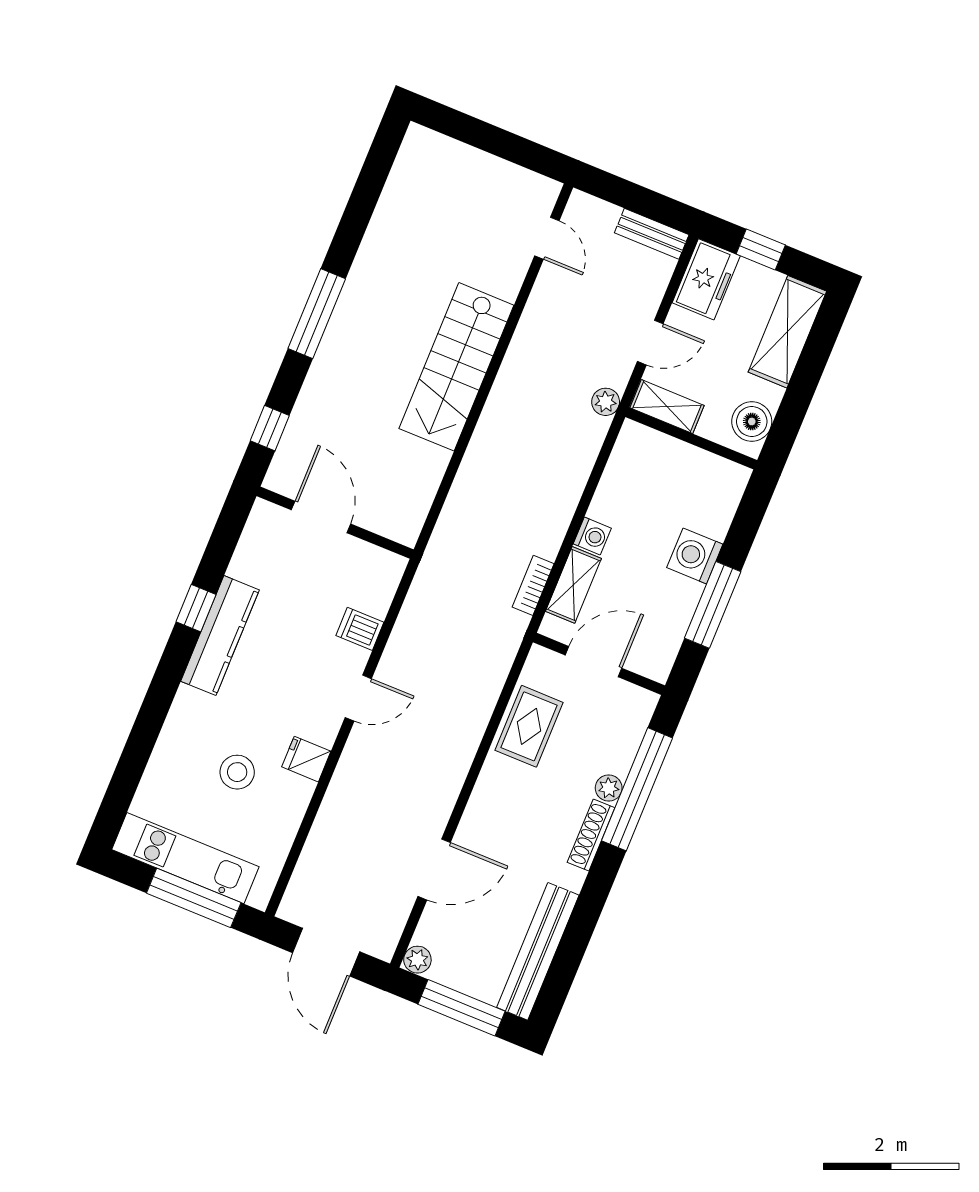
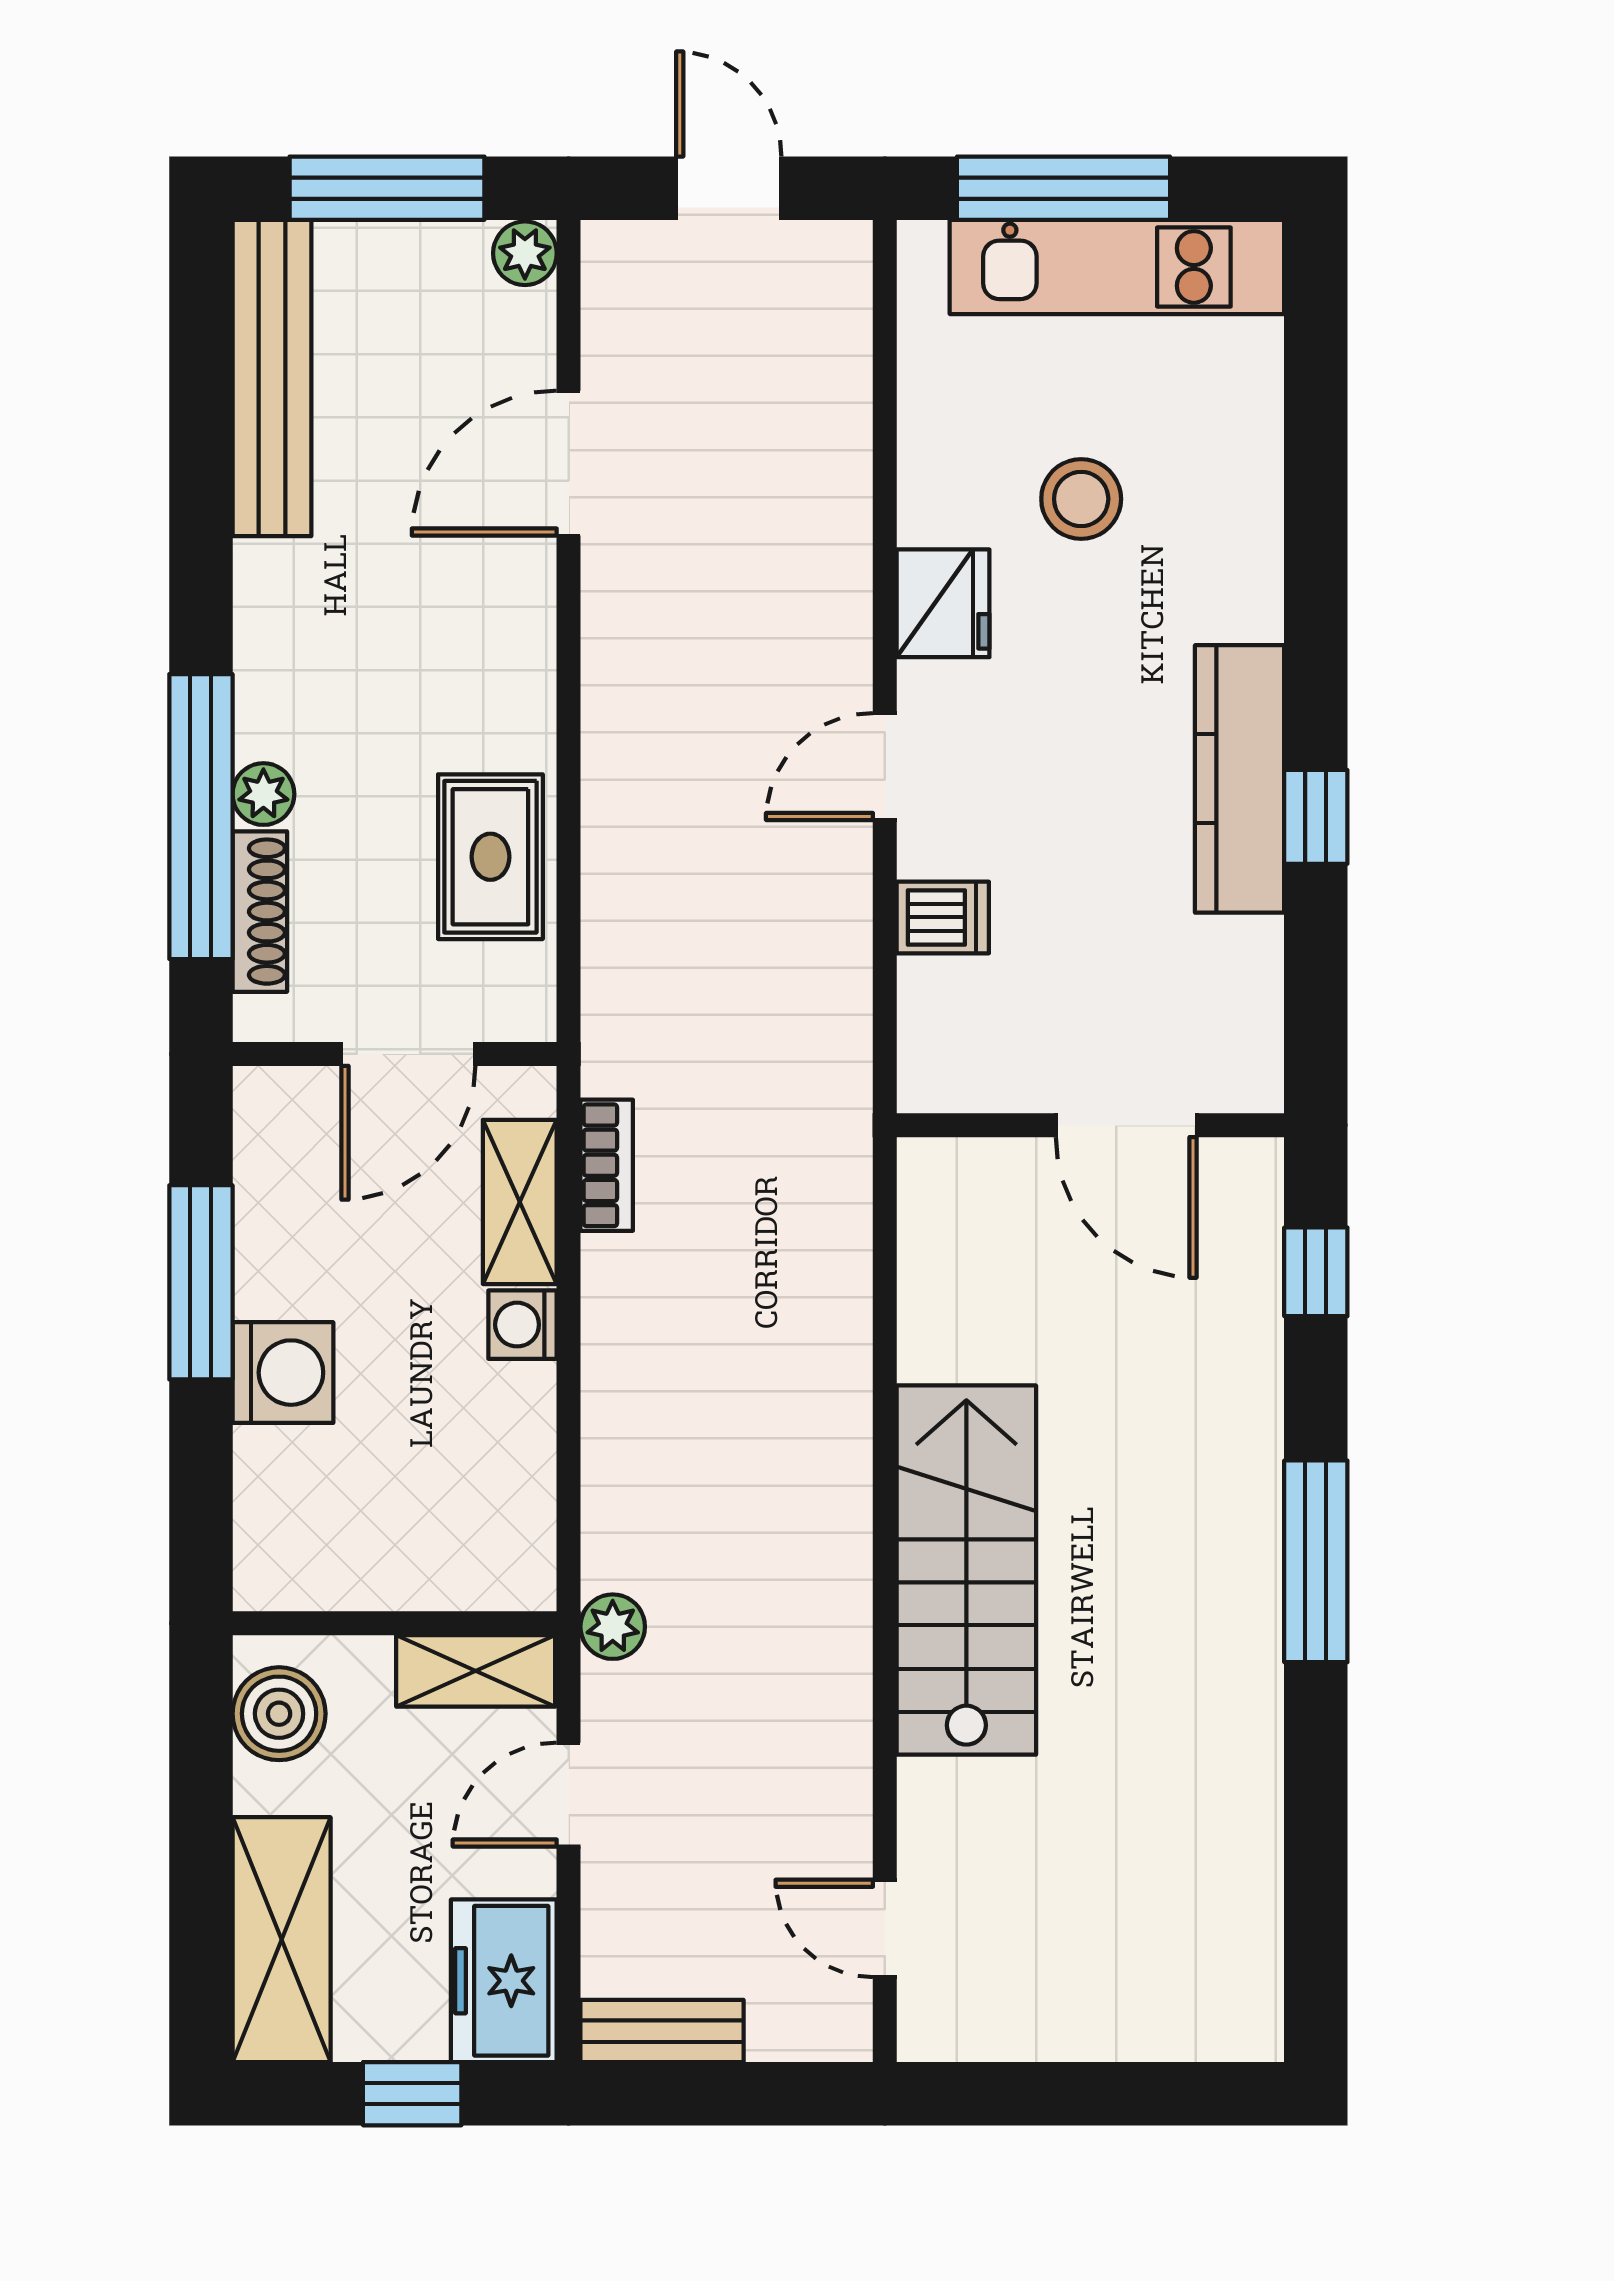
fridge: (306, 759) -> (943, 603), width x1.38
shoe rack: (591, 835) -> (260, 912), moved
door: (326, 952) -> (729, 188), width x0.73

